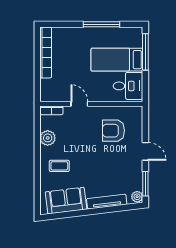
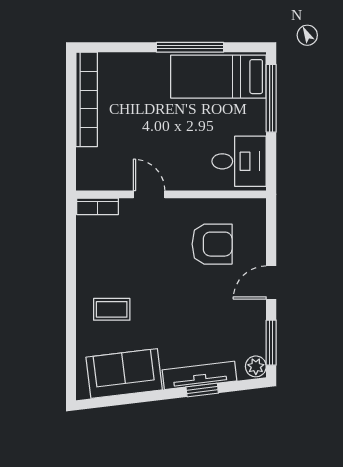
bed: (117, 60) -> (218, 77), moved
armchair: (113, 131) -> (212, 244), turned 180
plant: (48, 138) -> (90, 258), removed
door: (145, 151) -> (271, 283), swing flipped
window: (108, 209) -> (202, 390), added

